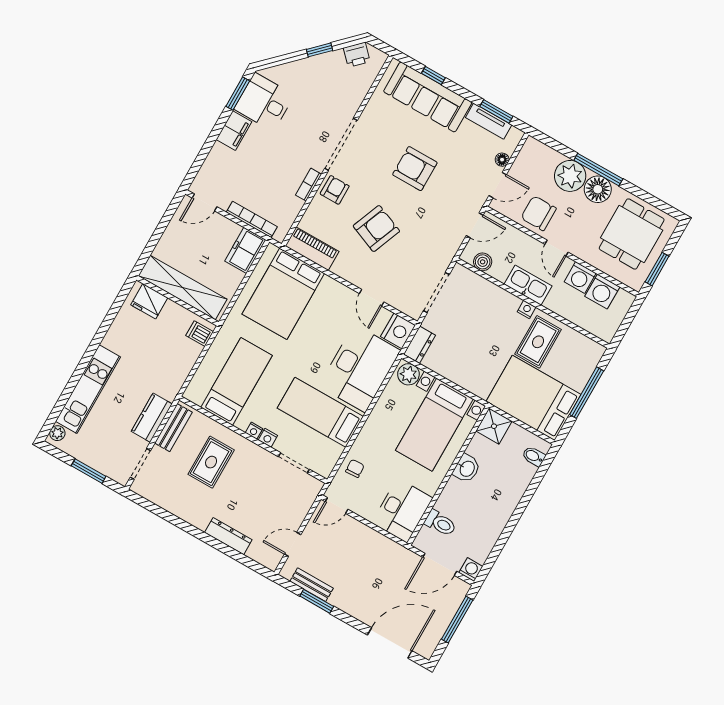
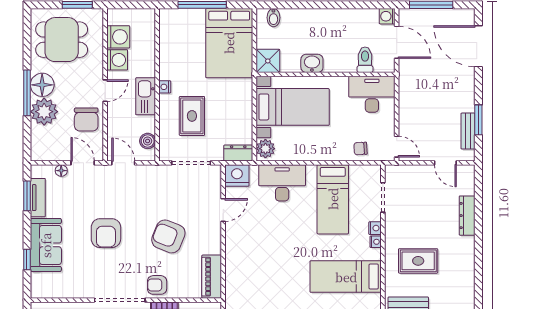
sofa: (428, 97) -> (46, 245), width x0.73
bed: (283, 294) -> (258, 279), removed
rug: (538, 342) -> (192, 116), moved, turned 90
desk: (360, 368) -> (282, 183), width x0.73, depth x0.77

